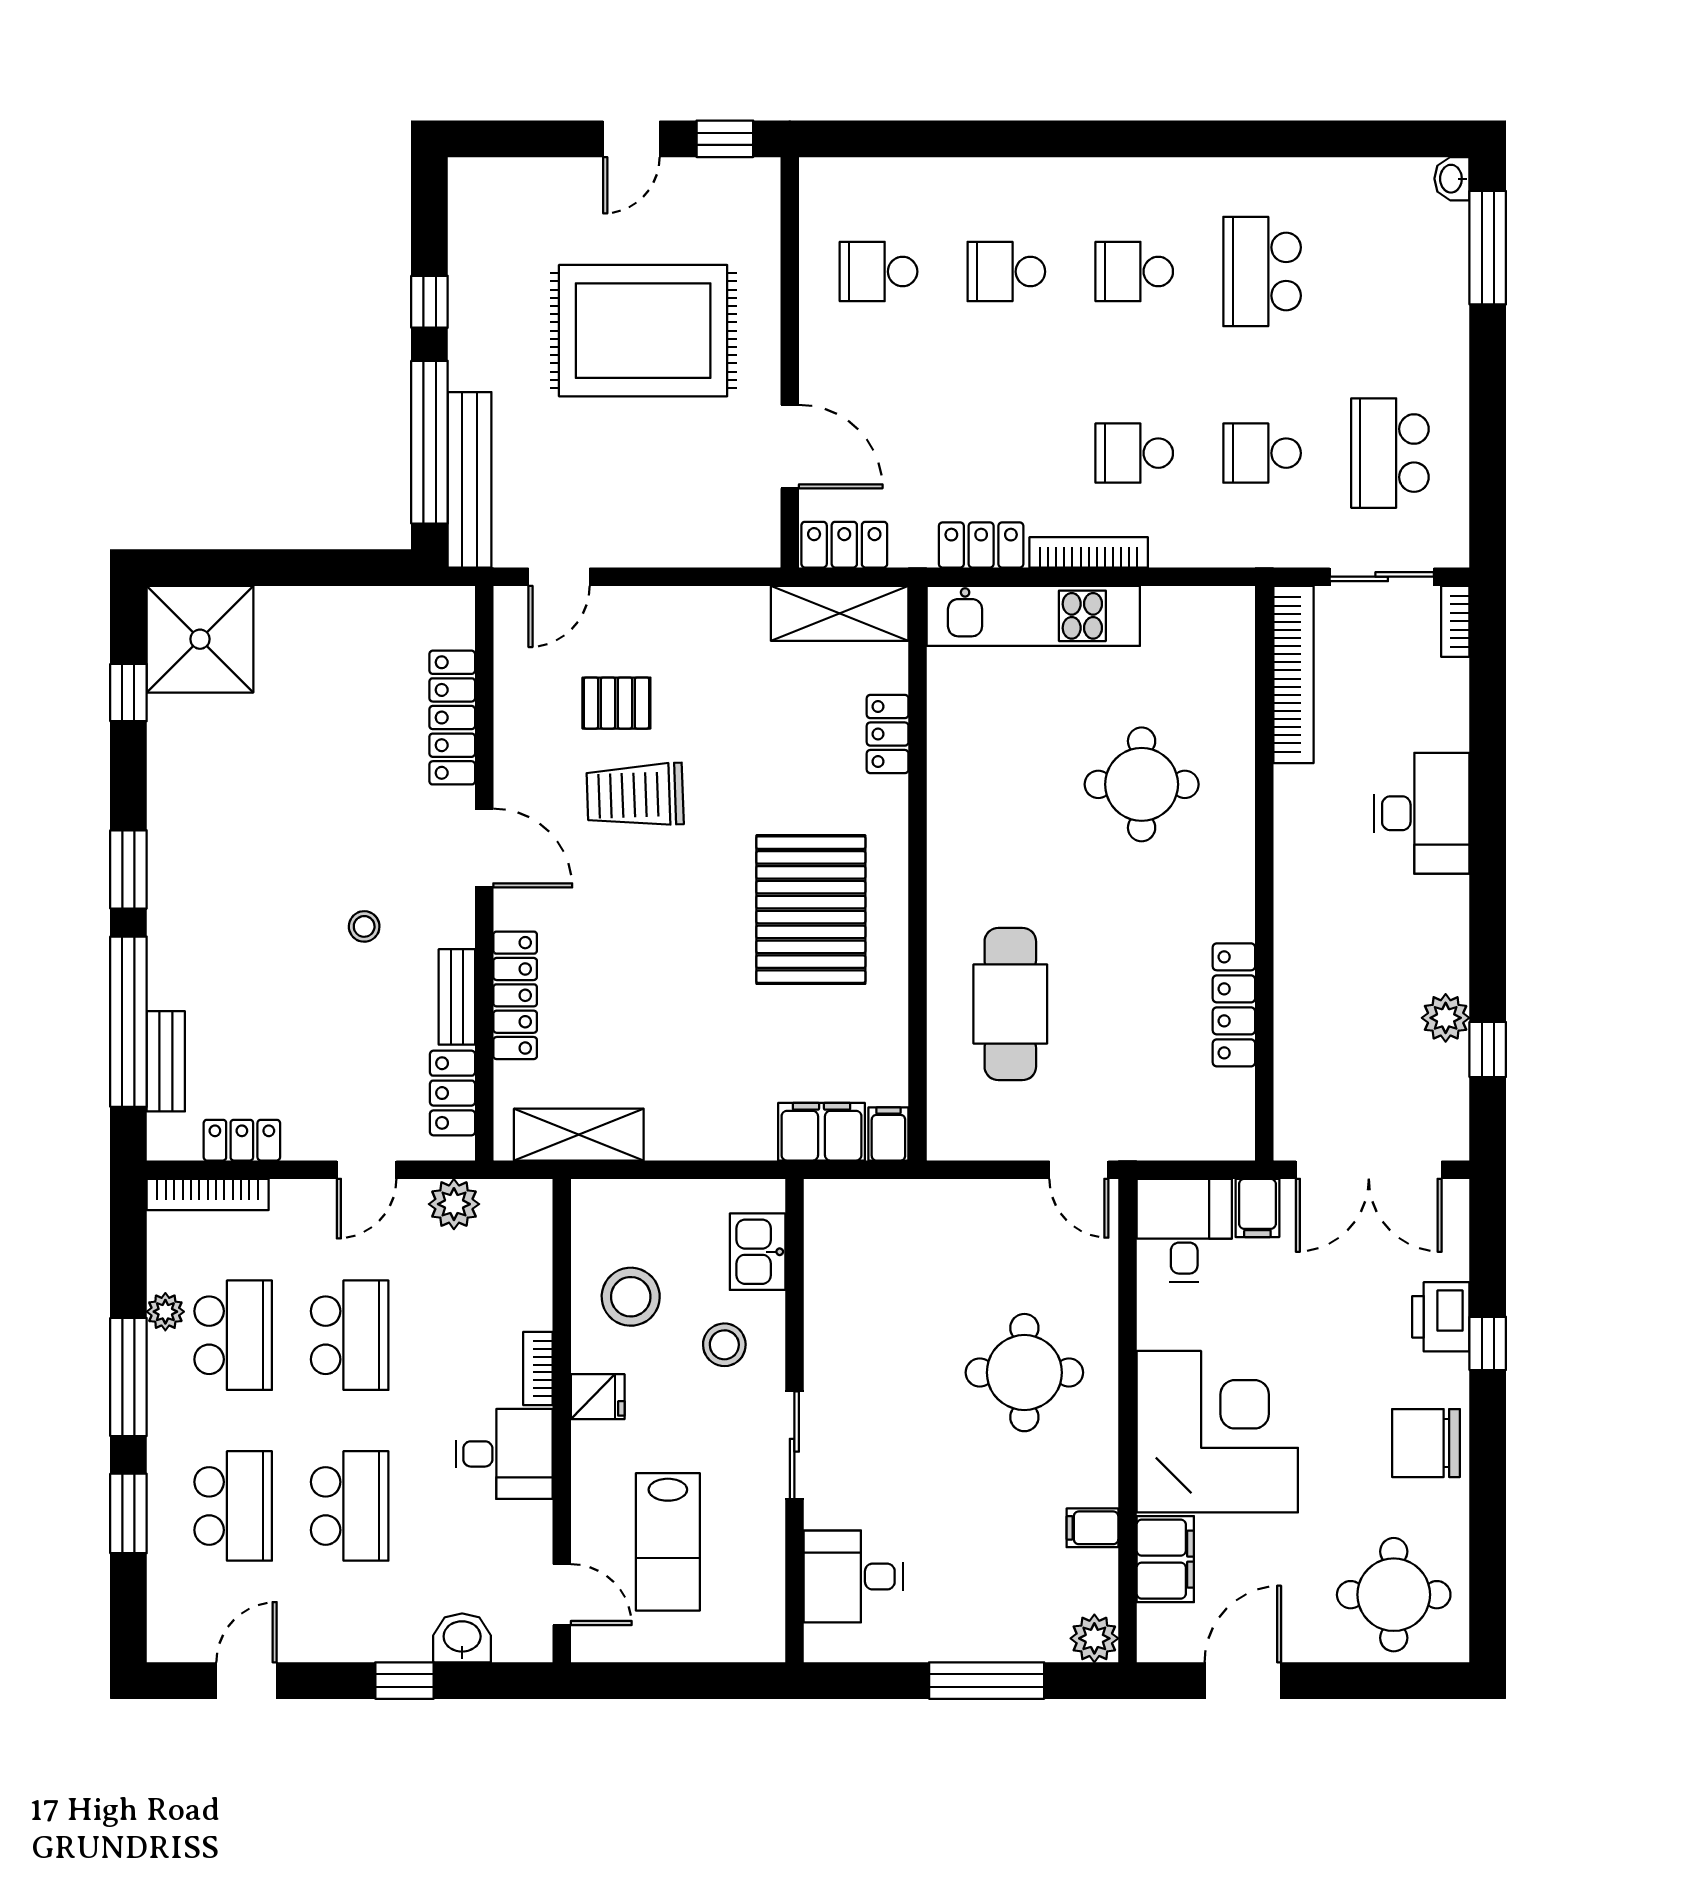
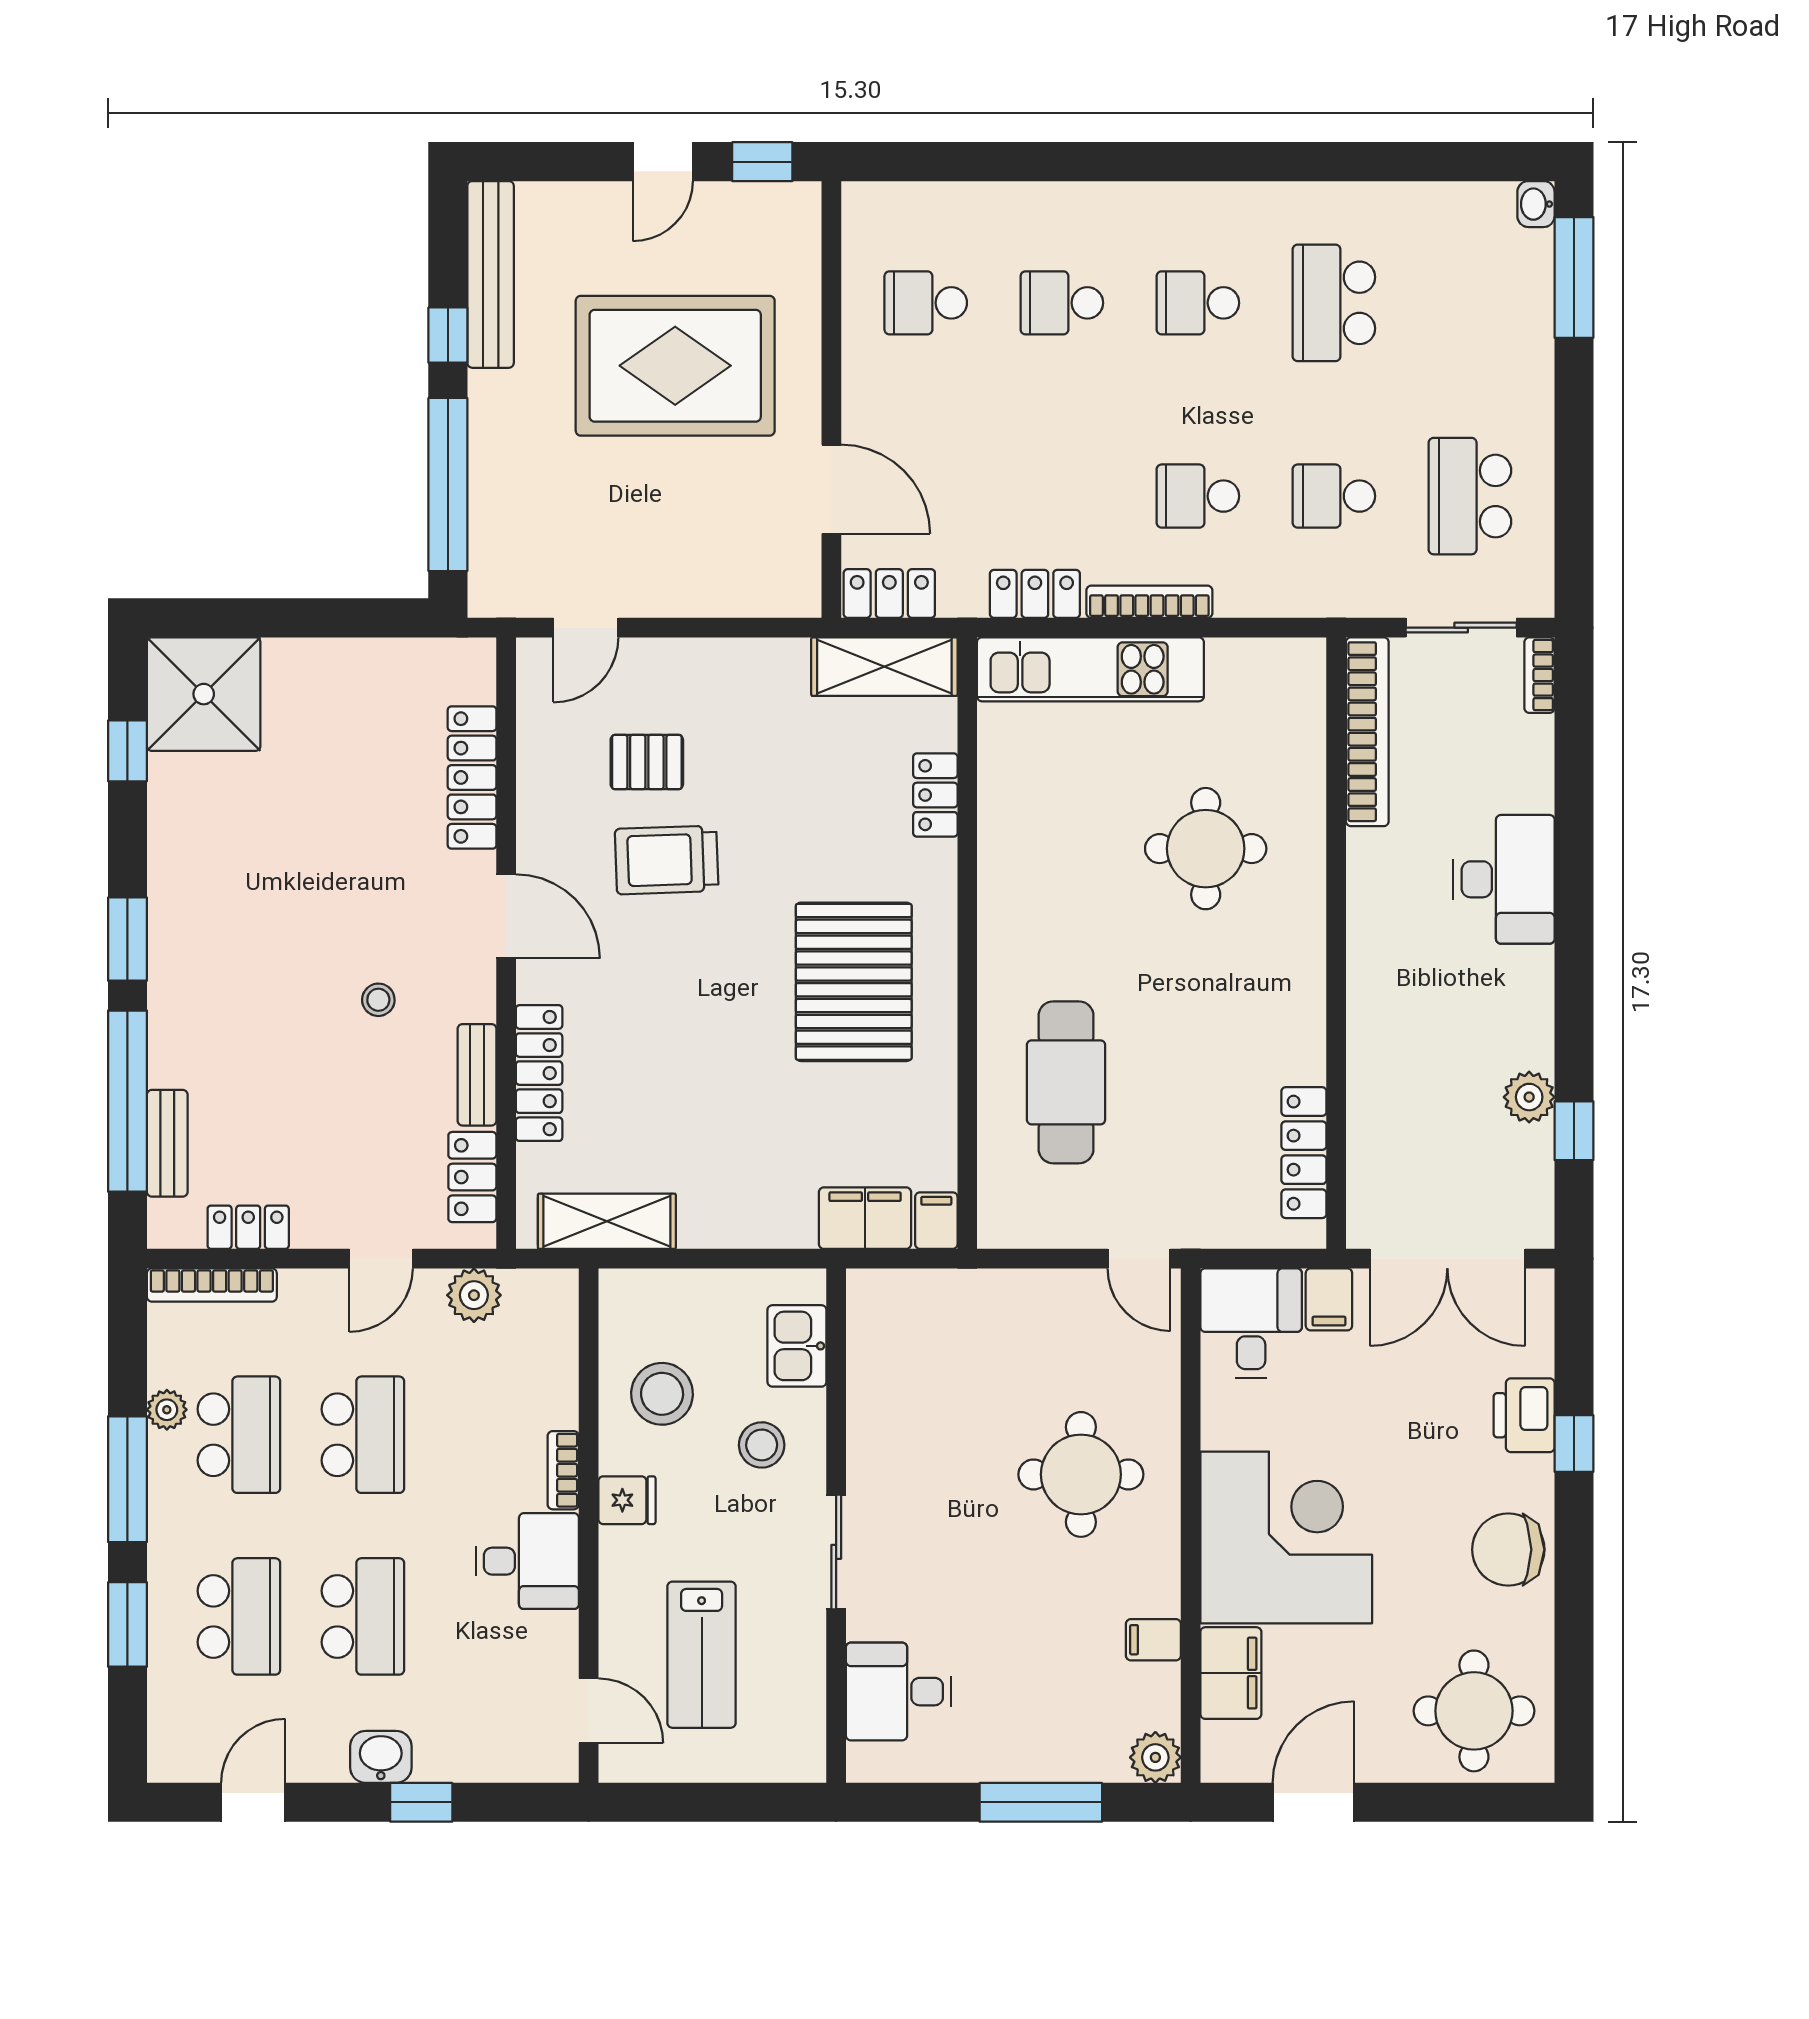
bench: (470, 480) -> (491, 274), moved
locker: (1234, 1005) -> (1304, 1153), moved
washbasin: (462, 1638) -> (381, 1757), moved

